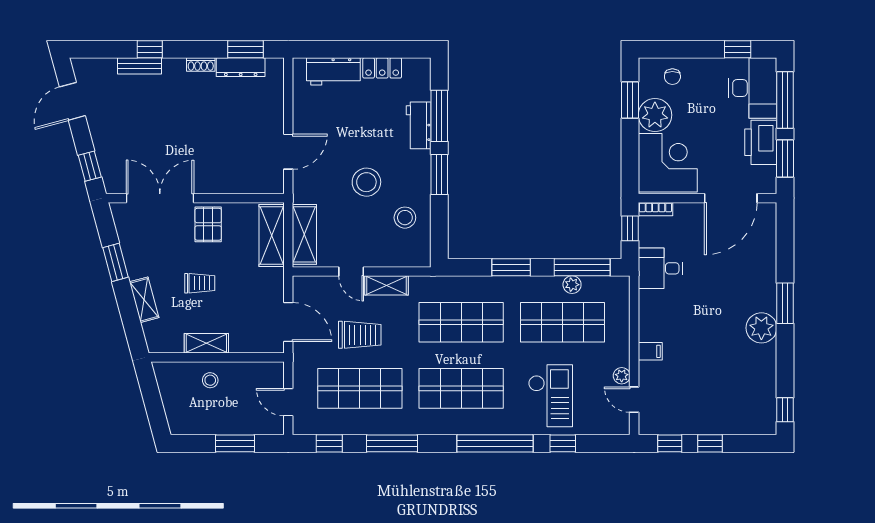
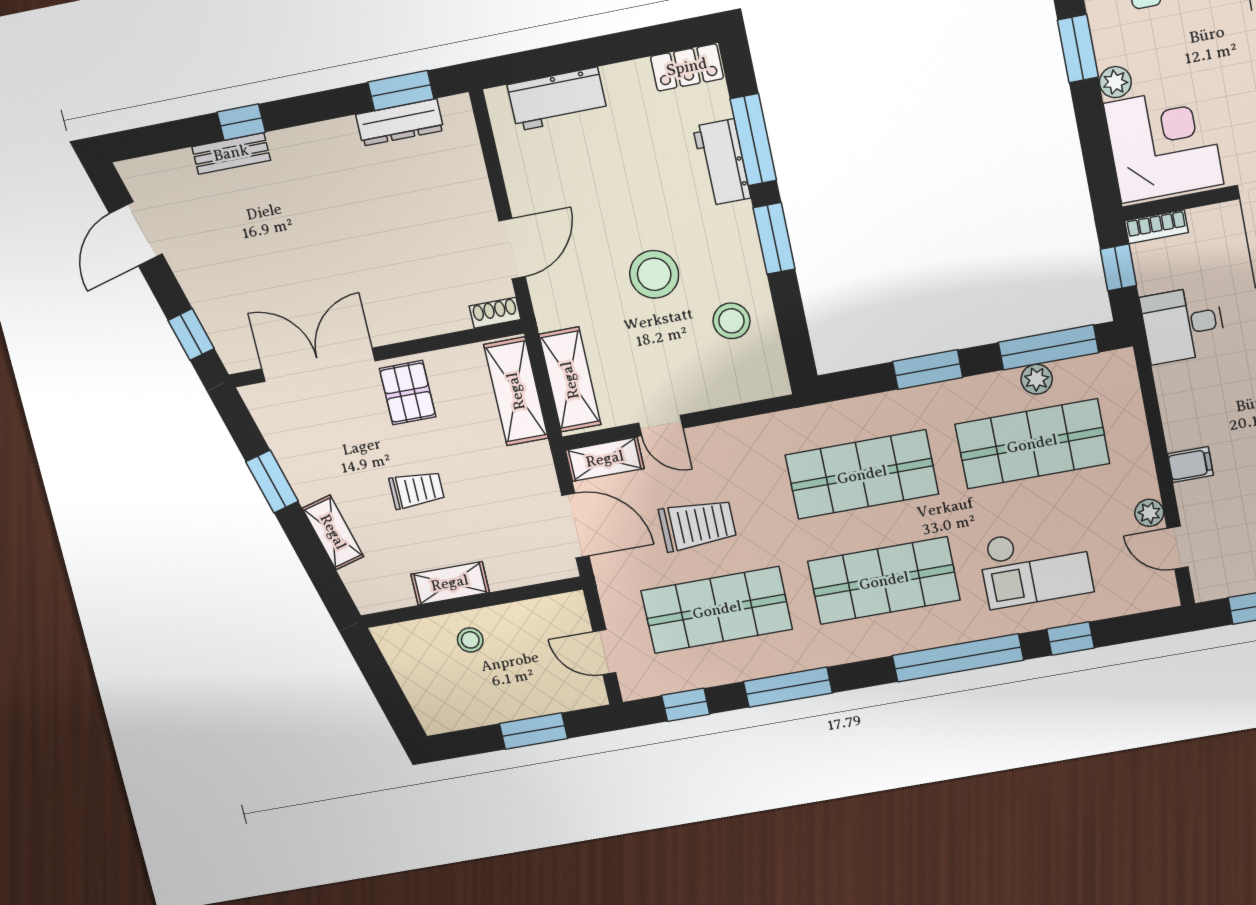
shoe rack: (201, 64) -> (495, 313), moved, turned 180
locker: (382, 68) -> (687, 67), moved
plant: (655, 115) -> (1115, 82), width x0.53, depth x0.53
shelving: (387, 285) -> (605, 459), moved
checkout: (551, 396) -> (1035, 566), turned 90

